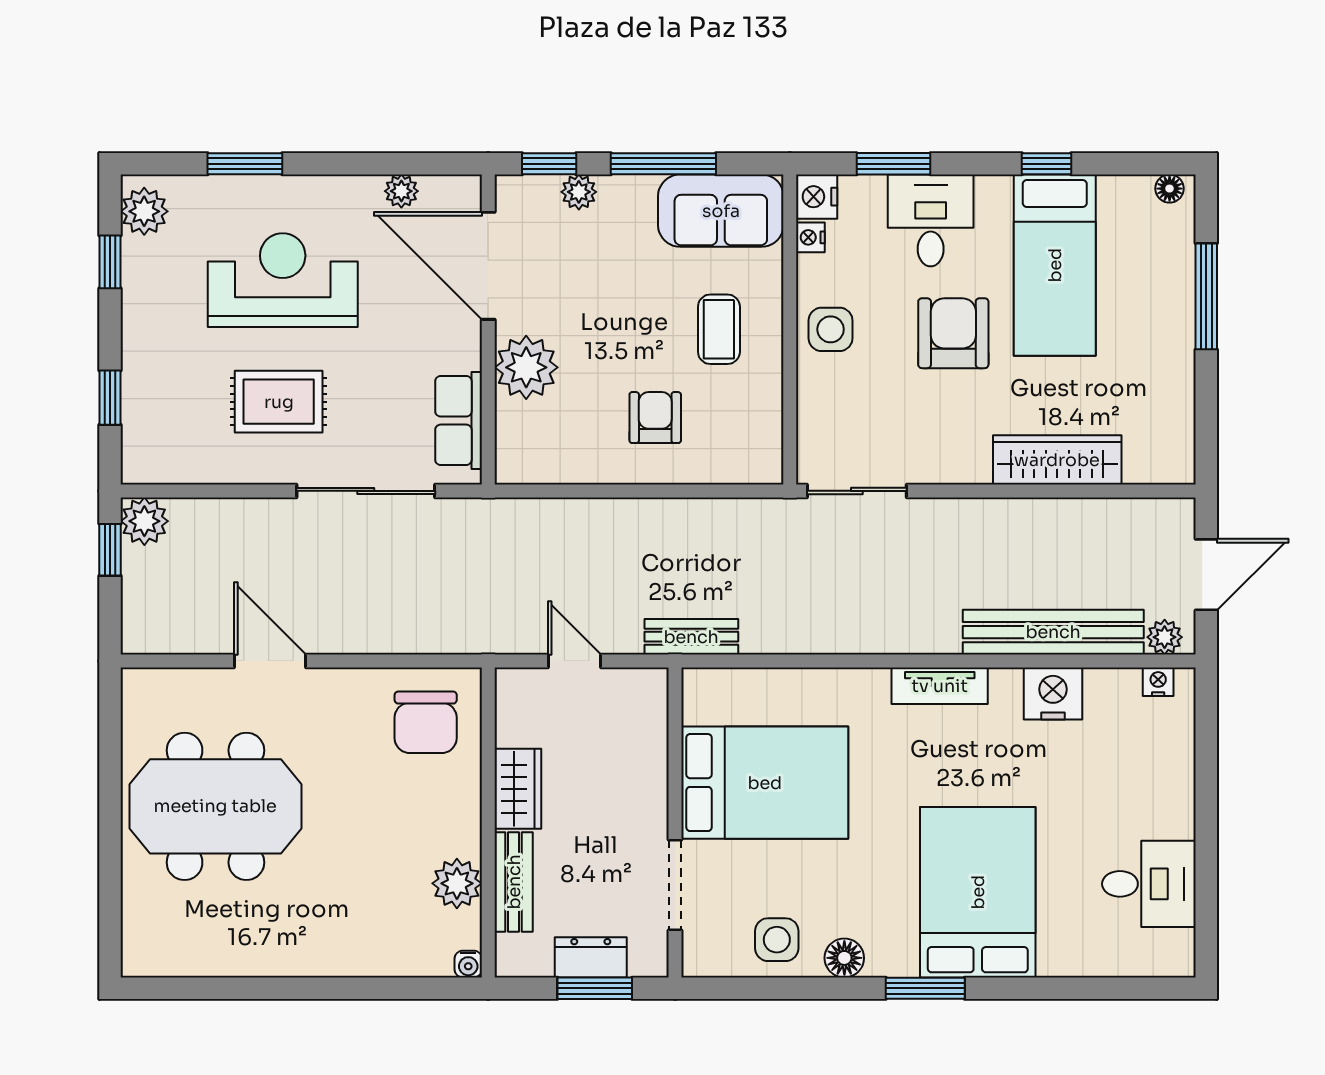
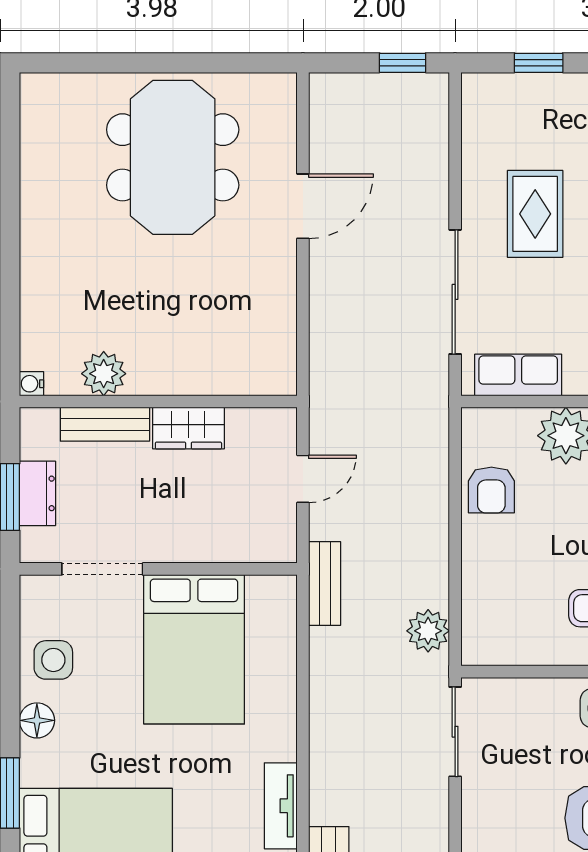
armchair: (655, 418) -> (491, 490), moved, turned 90
plant: (144, 521) -> (428, 631), moved
chair: (426, 722) -> (248, 346), removed

